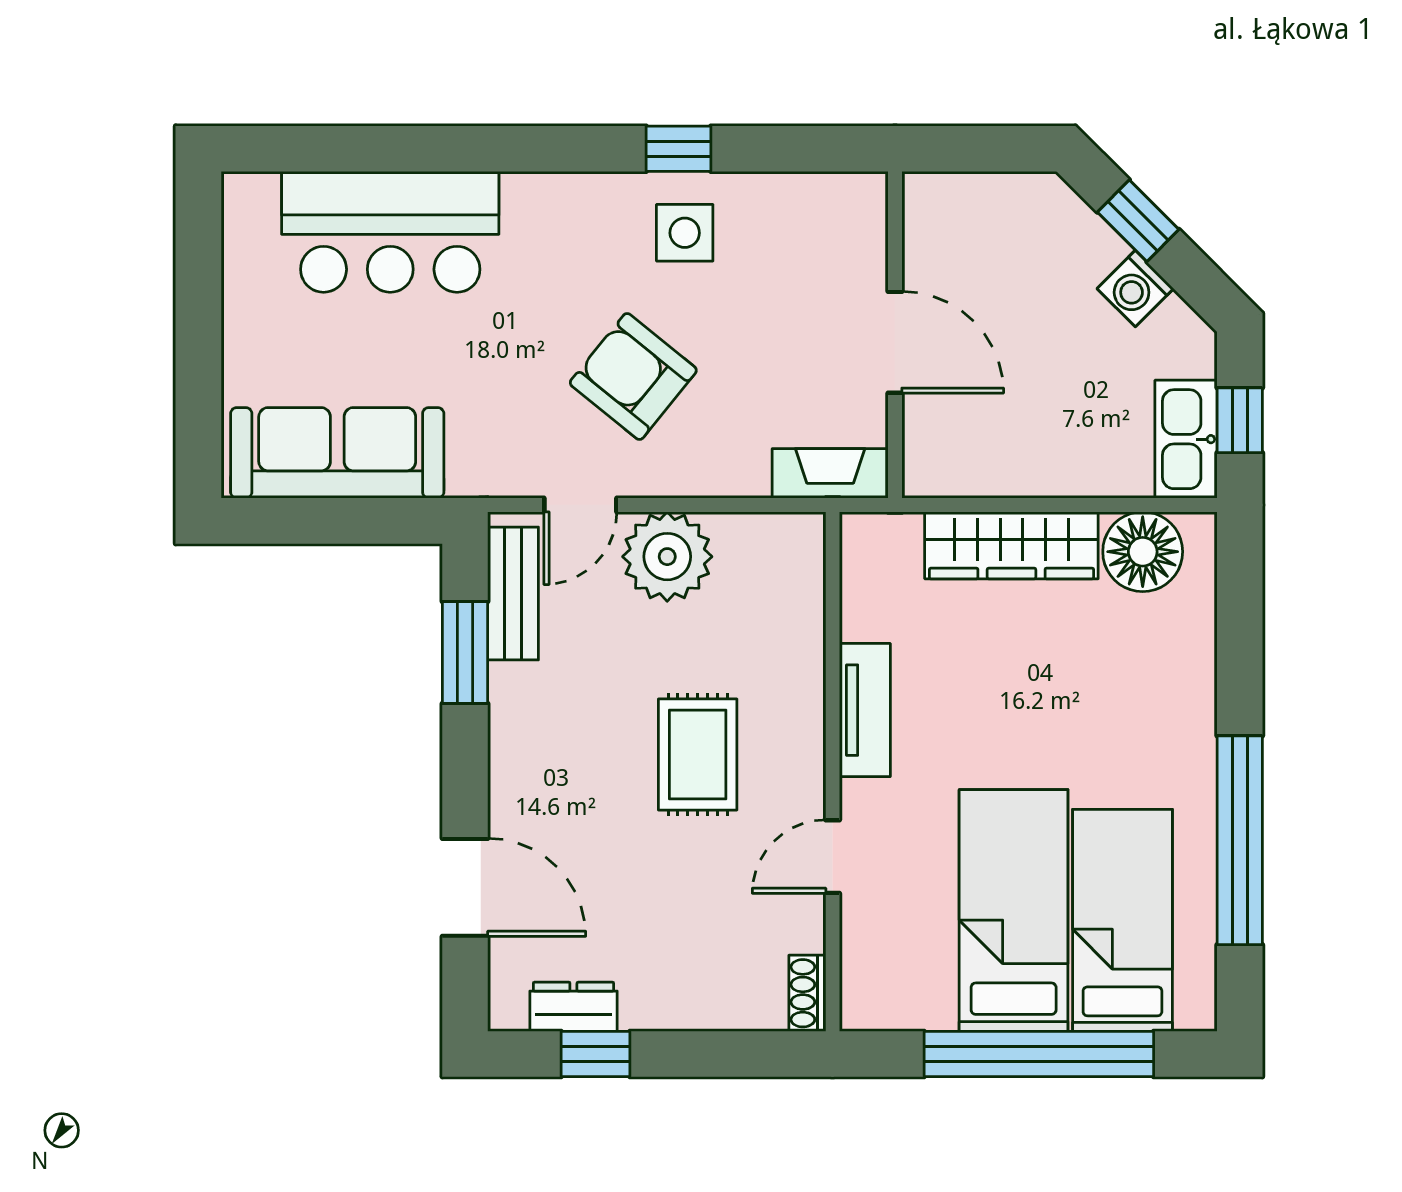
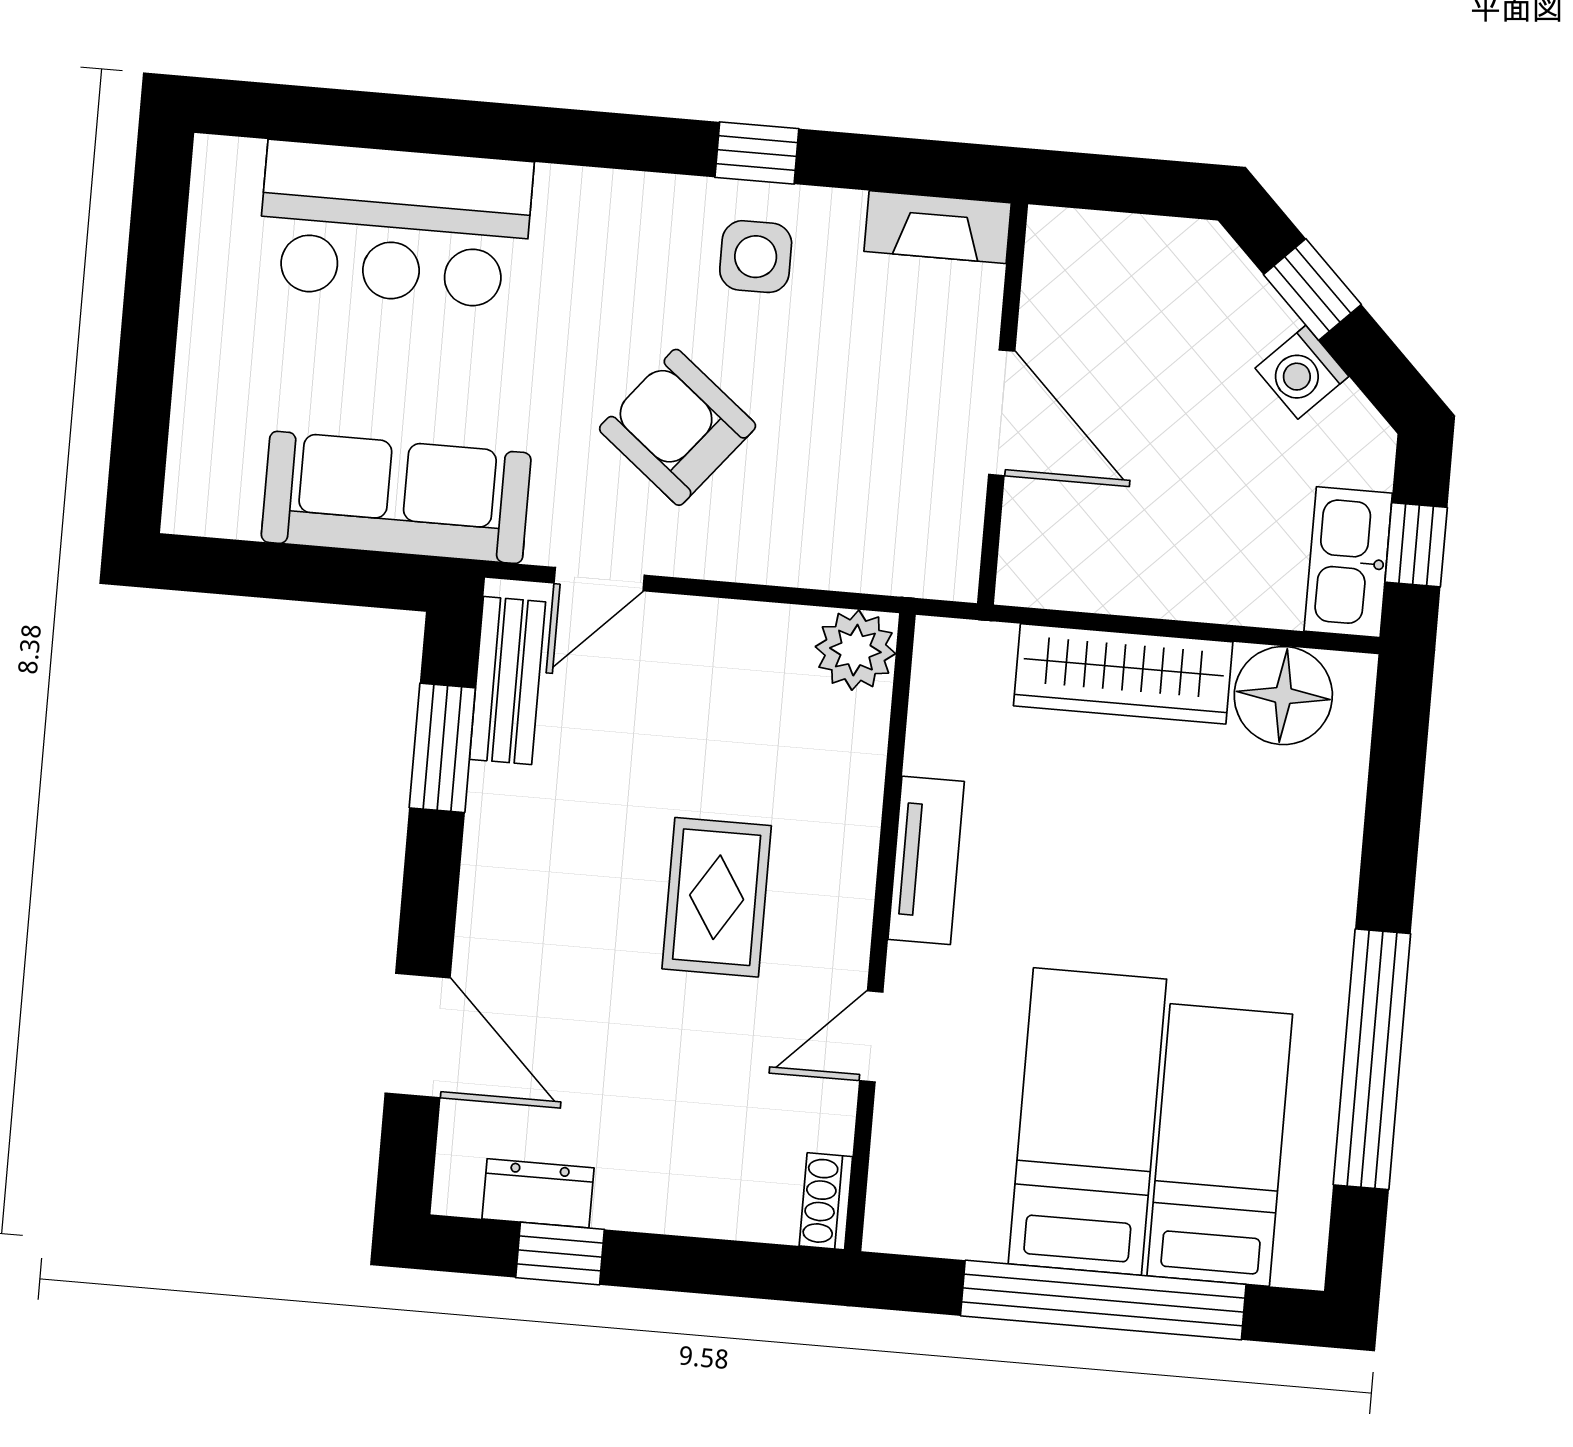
sofa: (337, 453) -> (396, 497), moved
fireplace: (830, 473) -> (938, 227), moved, turned 180
plant: (667, 557) -> (855, 650), moved, width x0.73, depth x0.73

